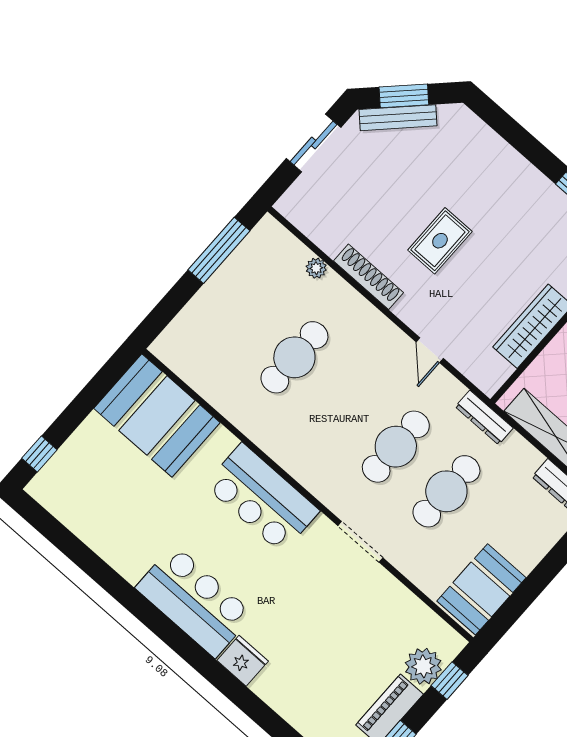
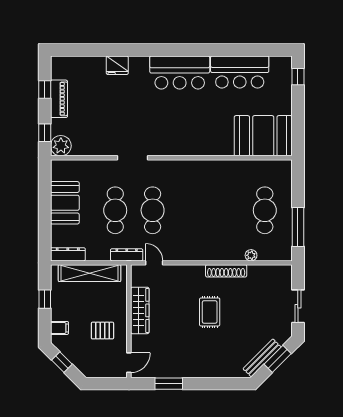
bench: (398, 118) -> (262, 358), moved
door: (430, 350) -> (154, 263), moved
cafe table: (294, 357) -> (265, 210), moved
bar counter: (262, 498) -> (240, 72), moved, turned 180
booth: (481, 589) -> (65, 203), moved
fridge: (243, 661) -> (117, 65), moved
plant: (423, 666) -> (61, 146), moved

